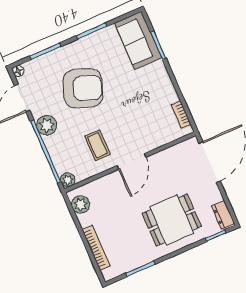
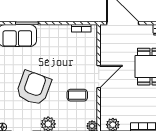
door: (132, 161) -> (99, 77), hinge flipped

